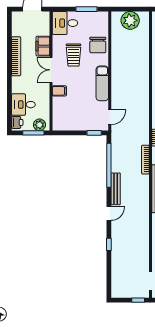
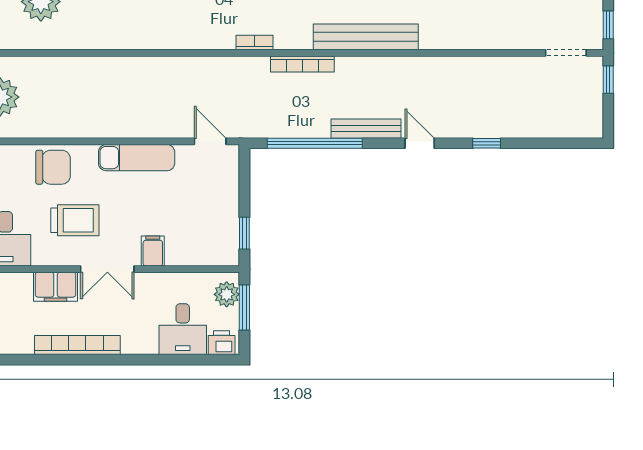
window: (94, 133) -> (244, 233), moved

